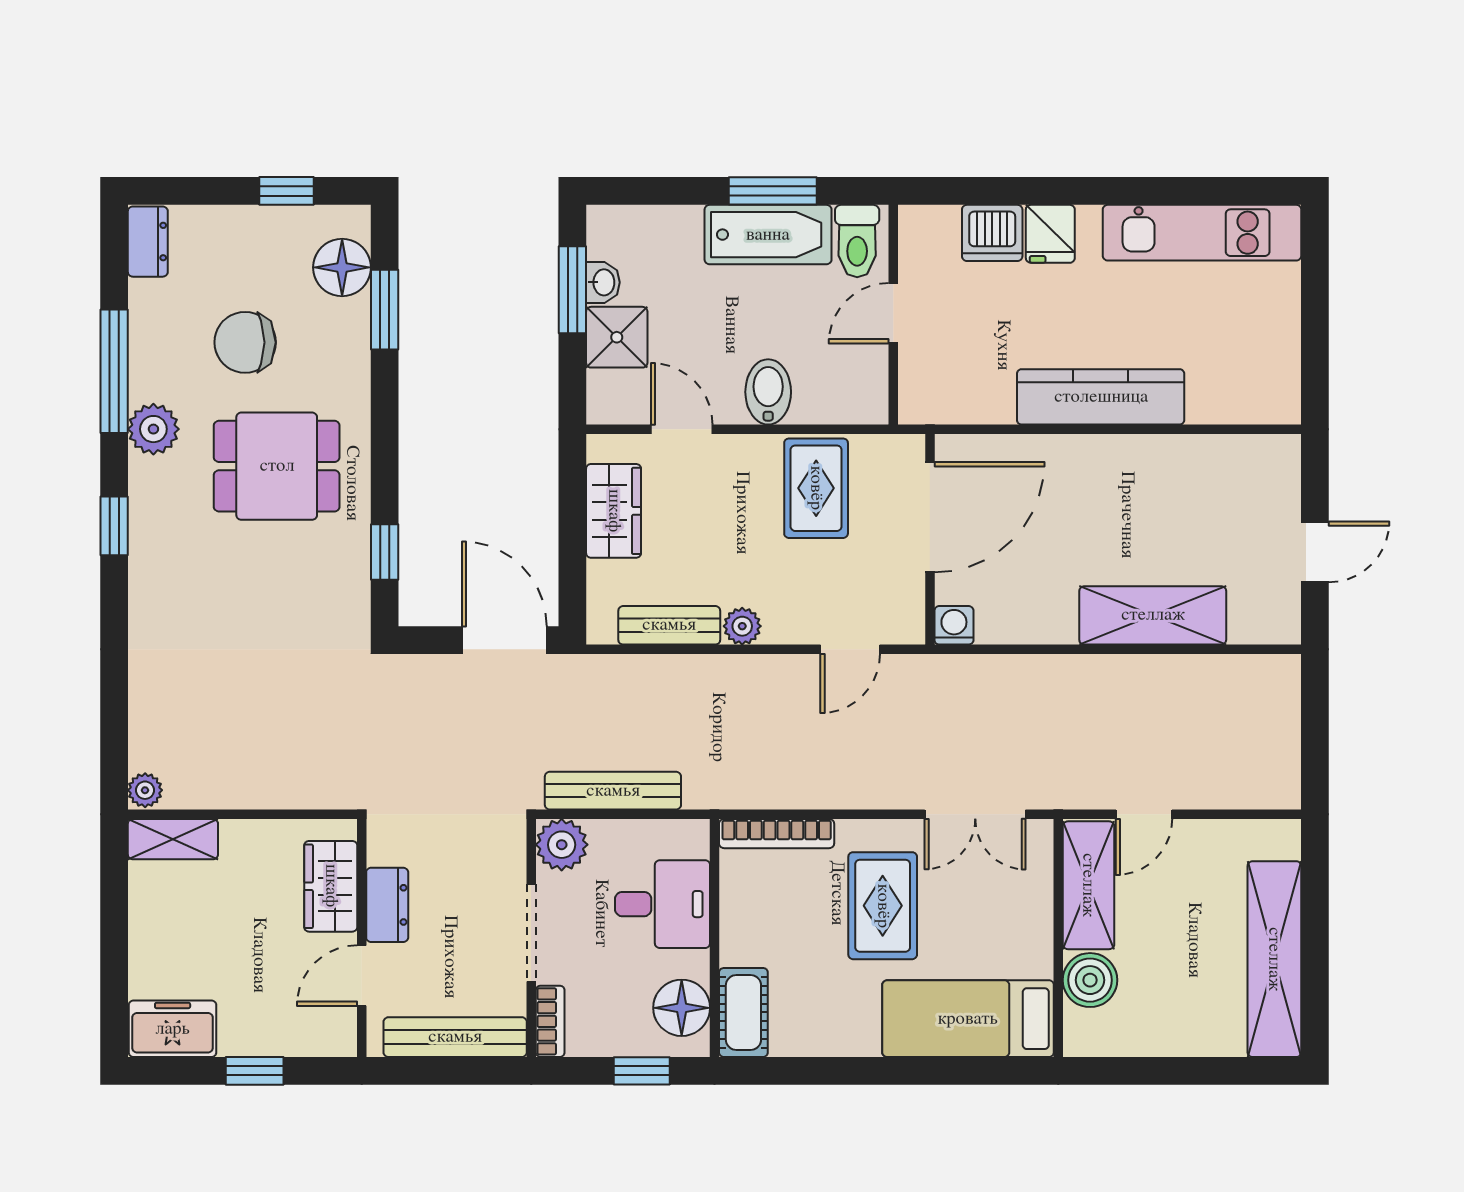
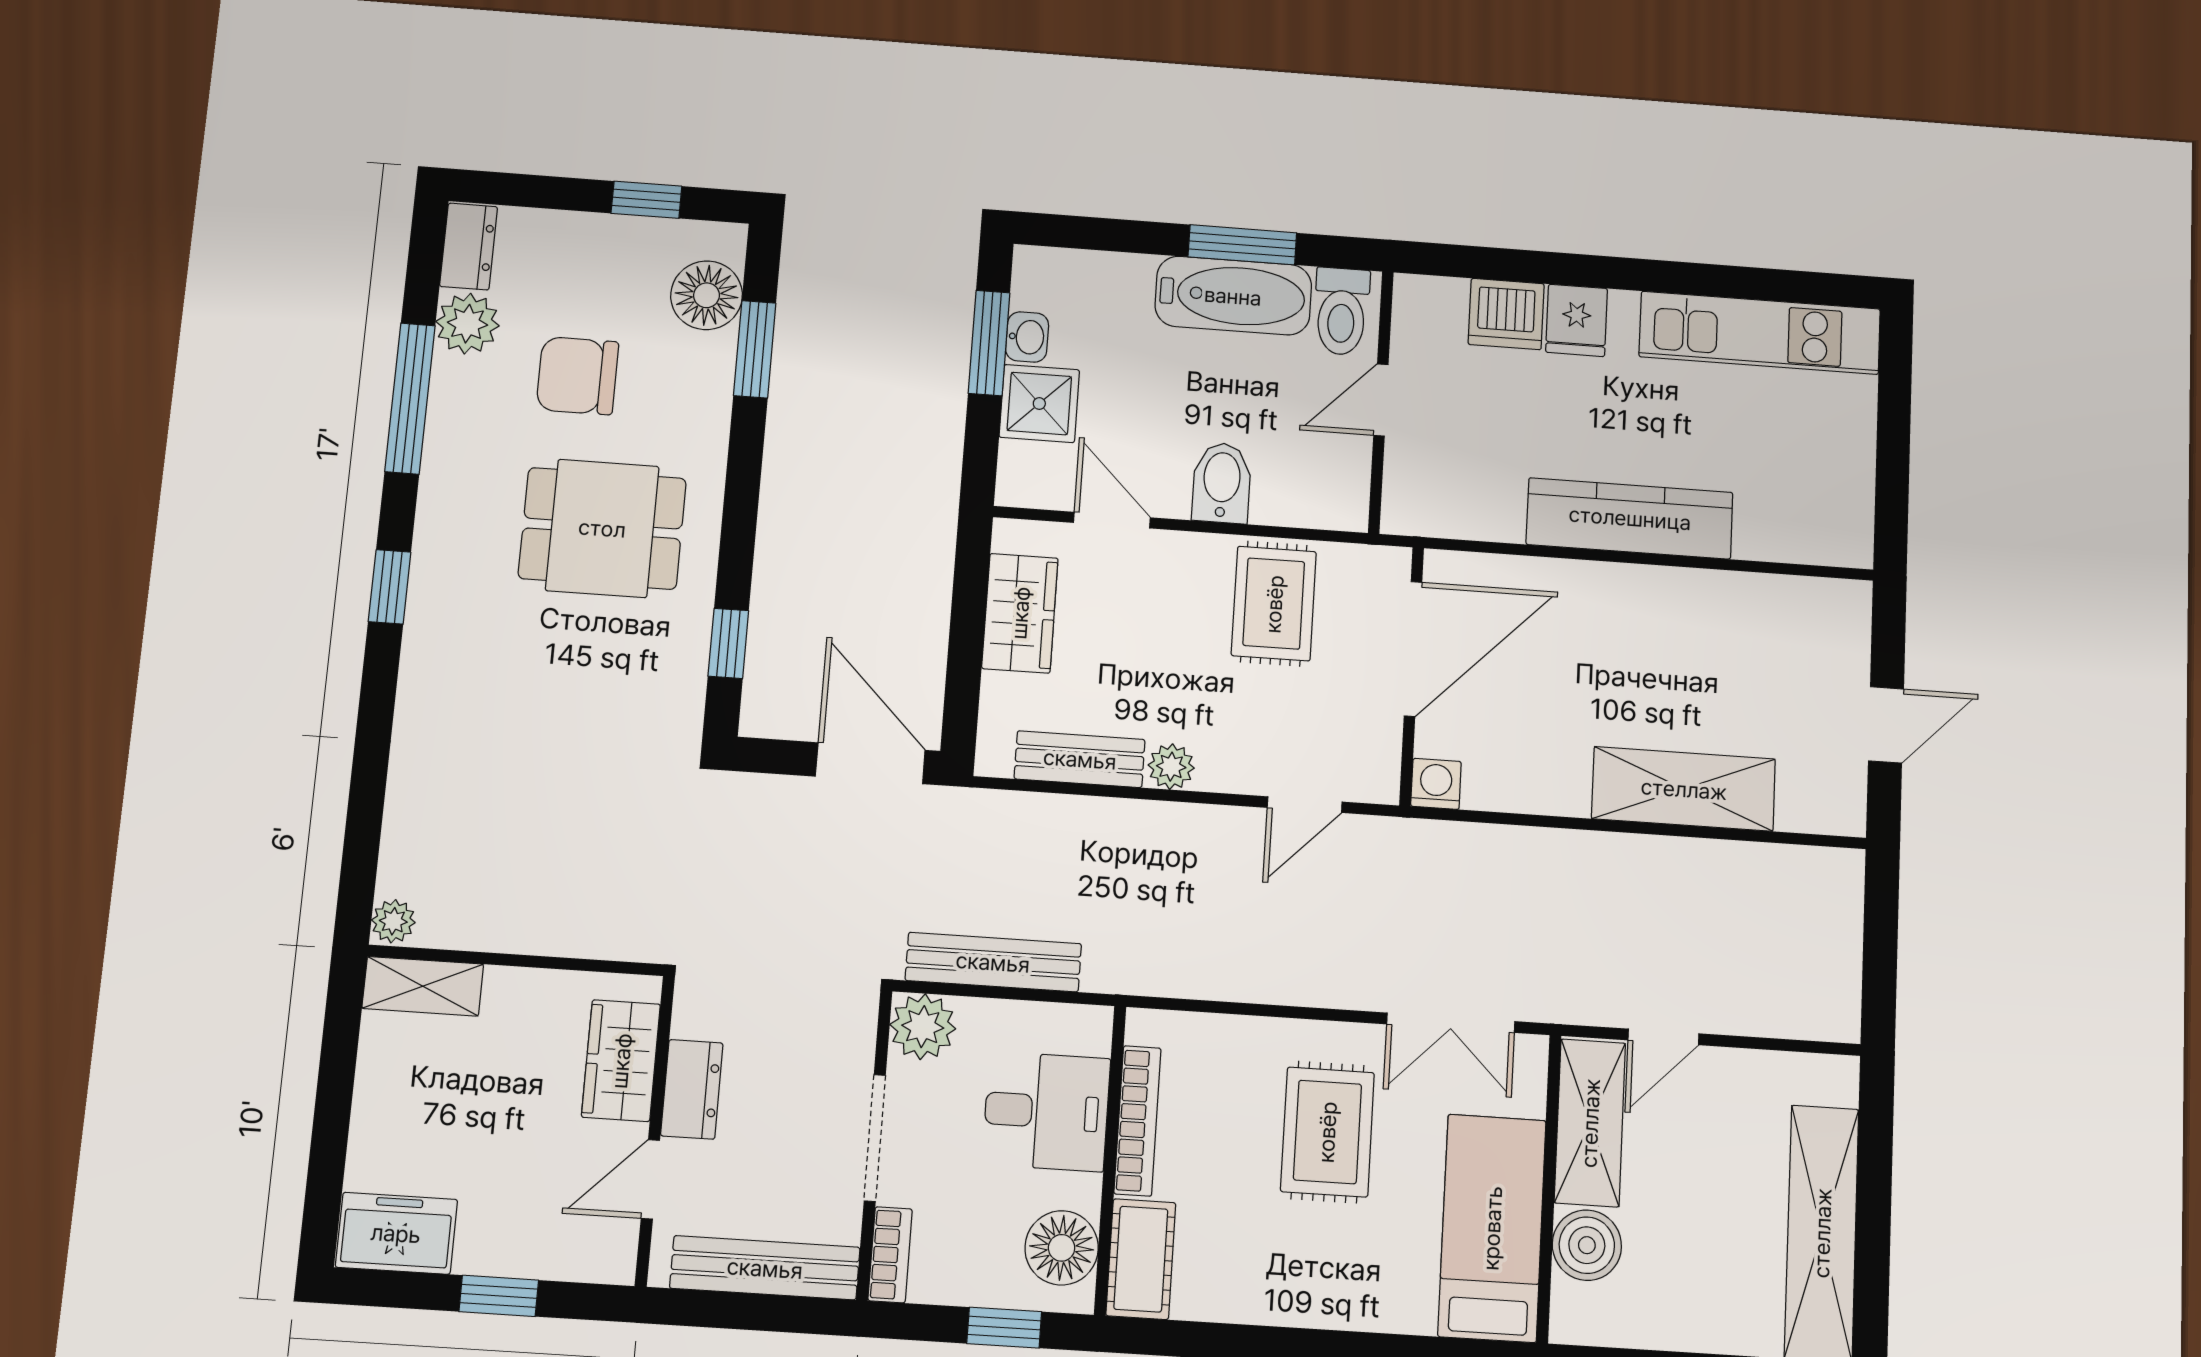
plant: (153, 429) -> (467, 324), moved
bookcase: (777, 834) -> (1137, 1121), moved, turned -90
bed: (968, 1019) -> (1492, 1228), moved, turned 90

